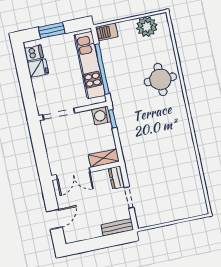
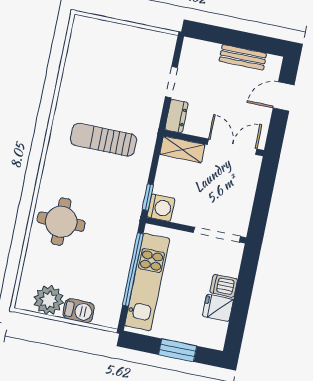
barbecue: (107, 32) -> (79, 311), moved
dishwasher: (34, 53) -> (224, 286), moved
sun lounger: (156, 143) -> (103, 140), added
bench: (117, 227) -> (243, 57), moved

